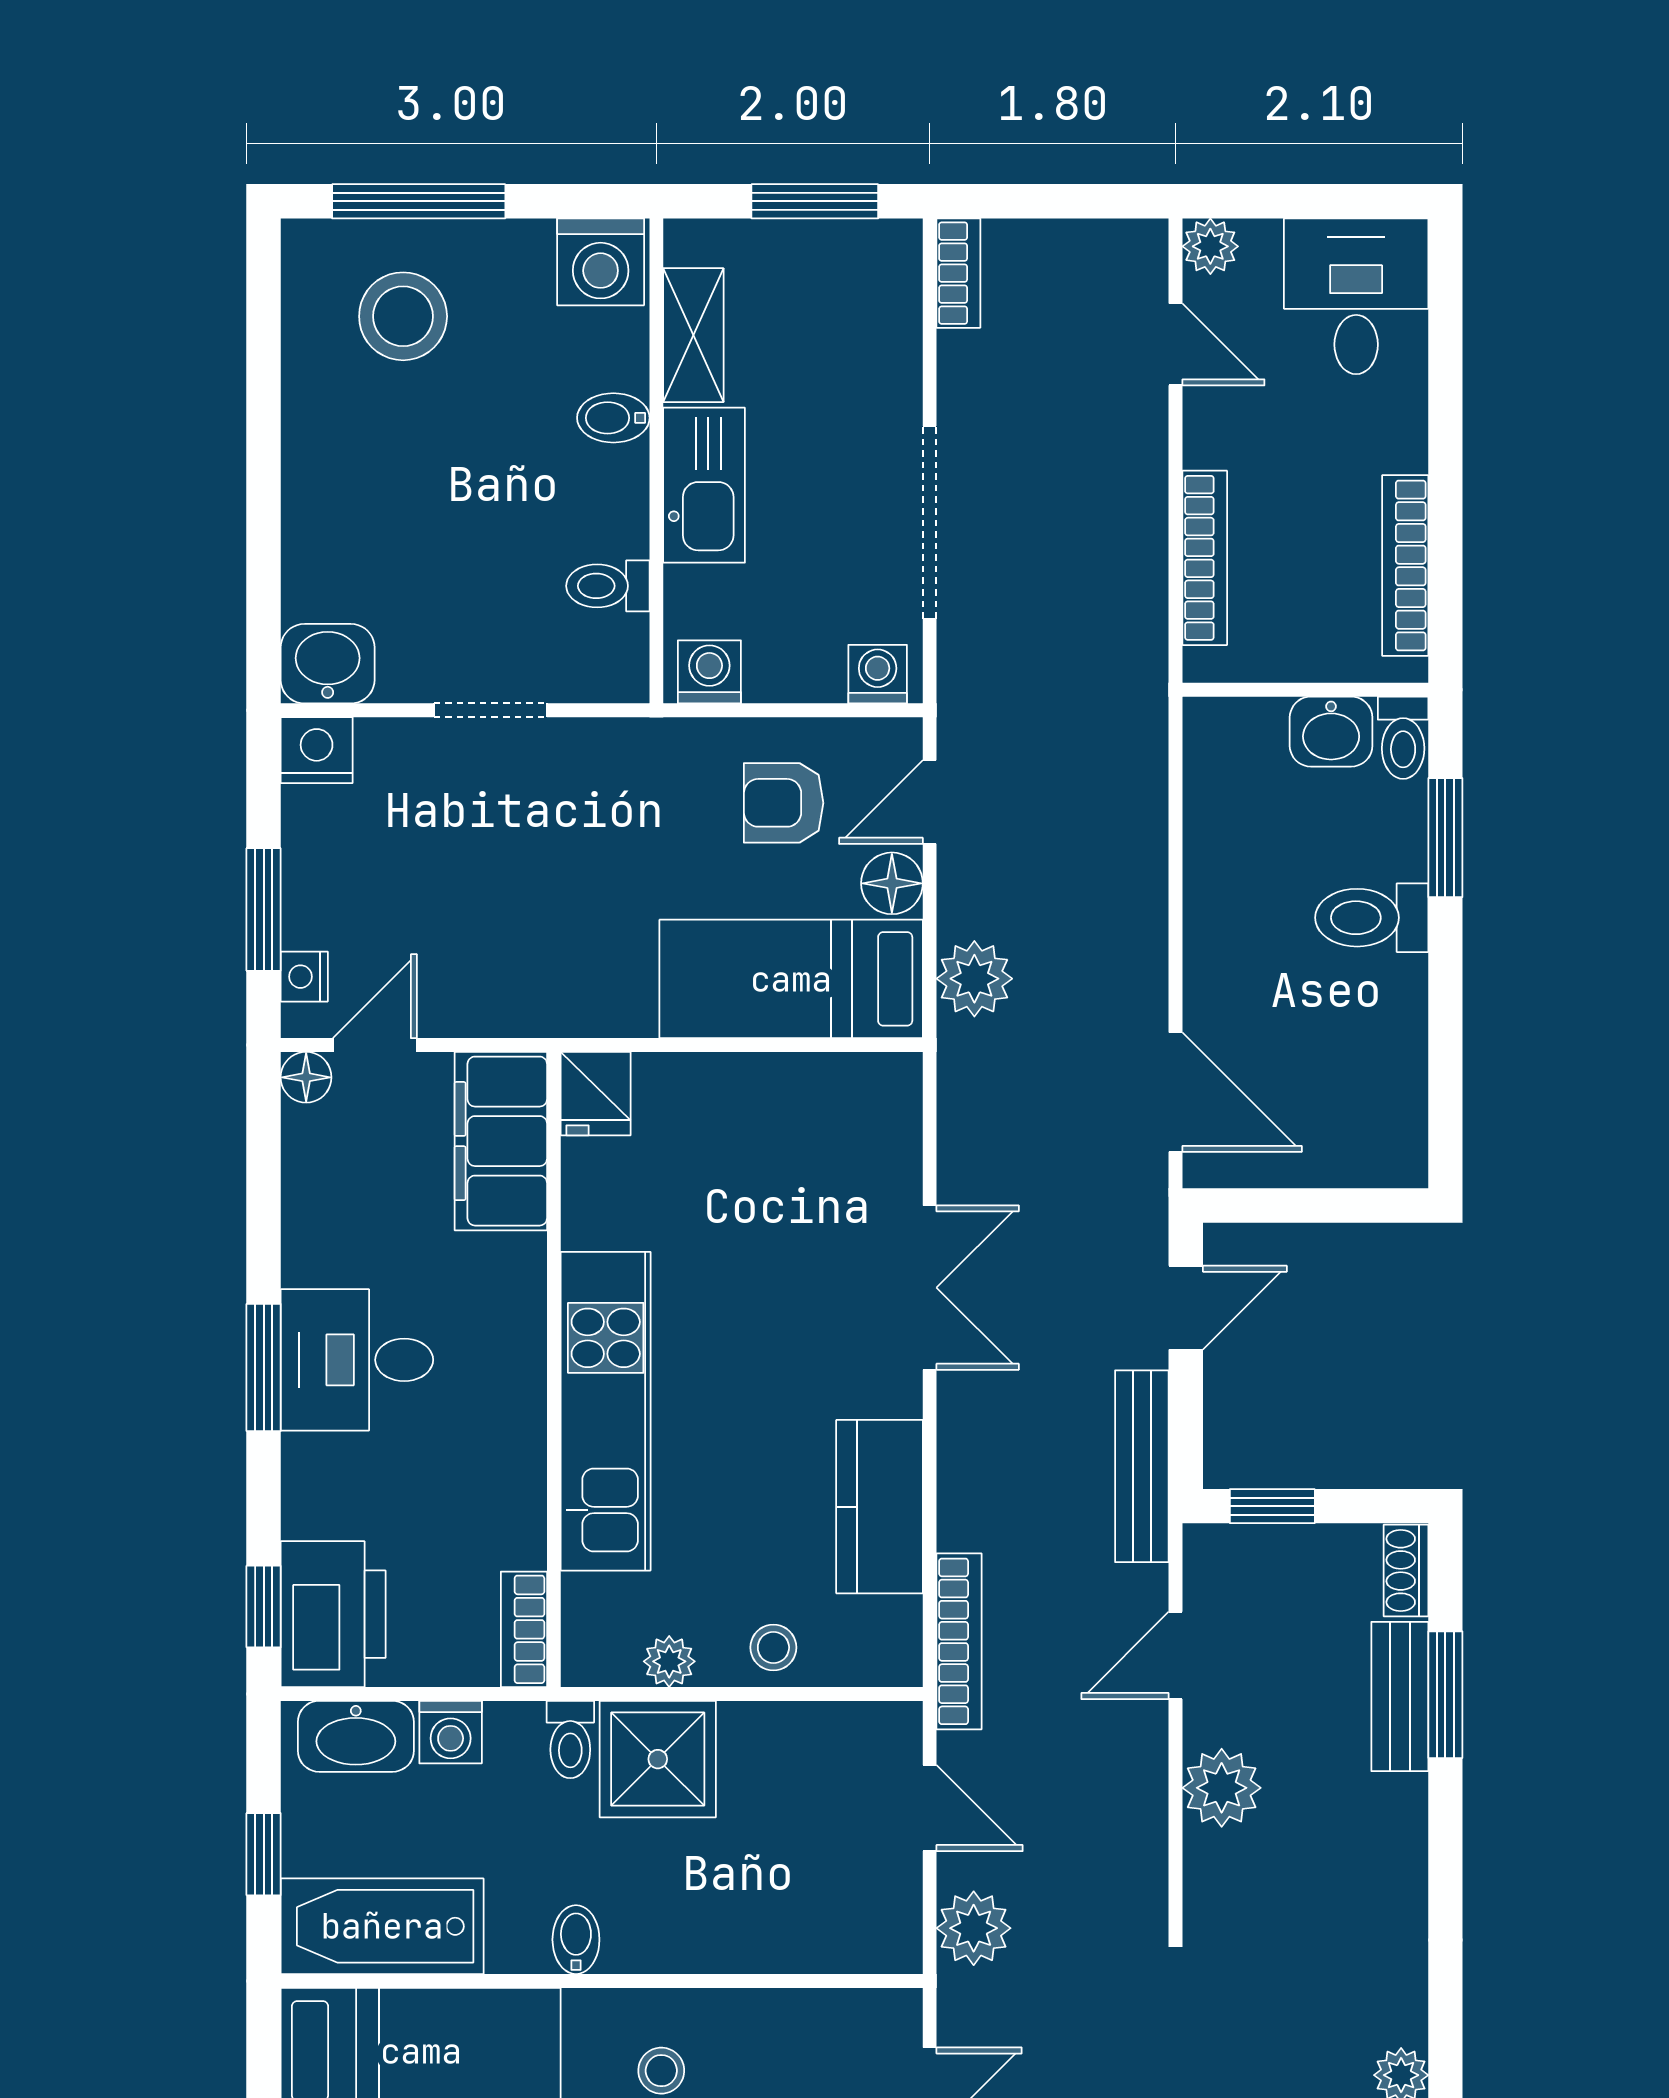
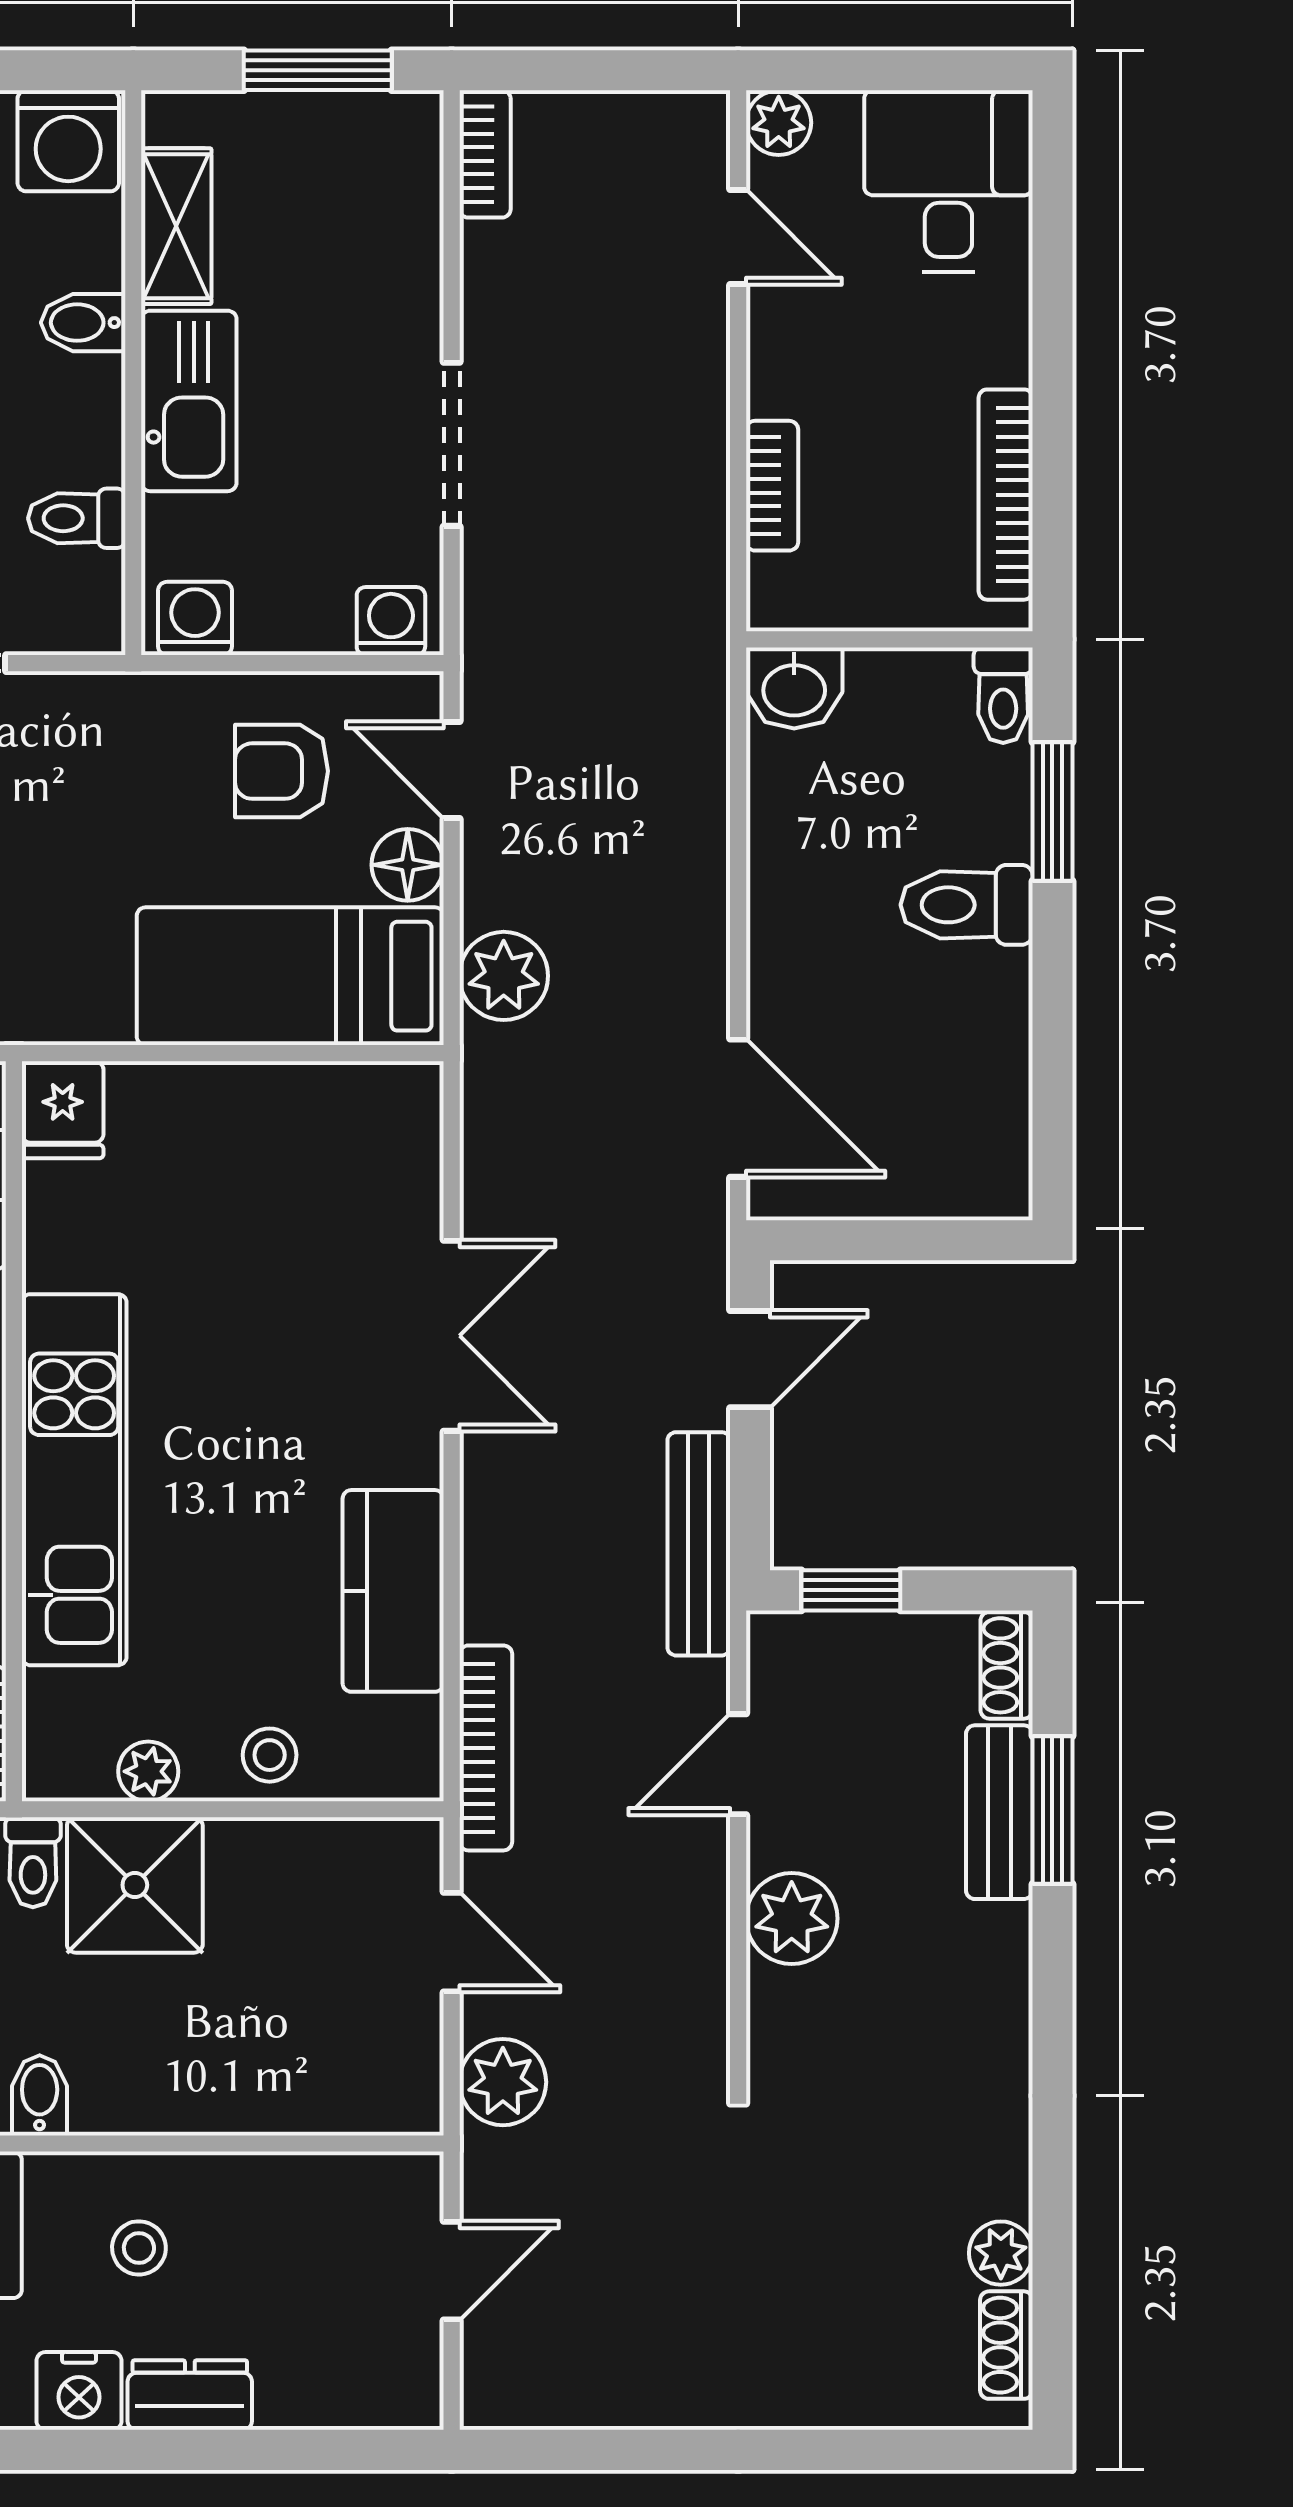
doorway: (930, 522) -> (452, 444), width x0.73
bookcase: (1205, 558) -> (772, 486), width x0.64
washbasin: (1331, 732) -> (794, 688), moved
door: (930, 802) -> (452, 770), hinge flipped

